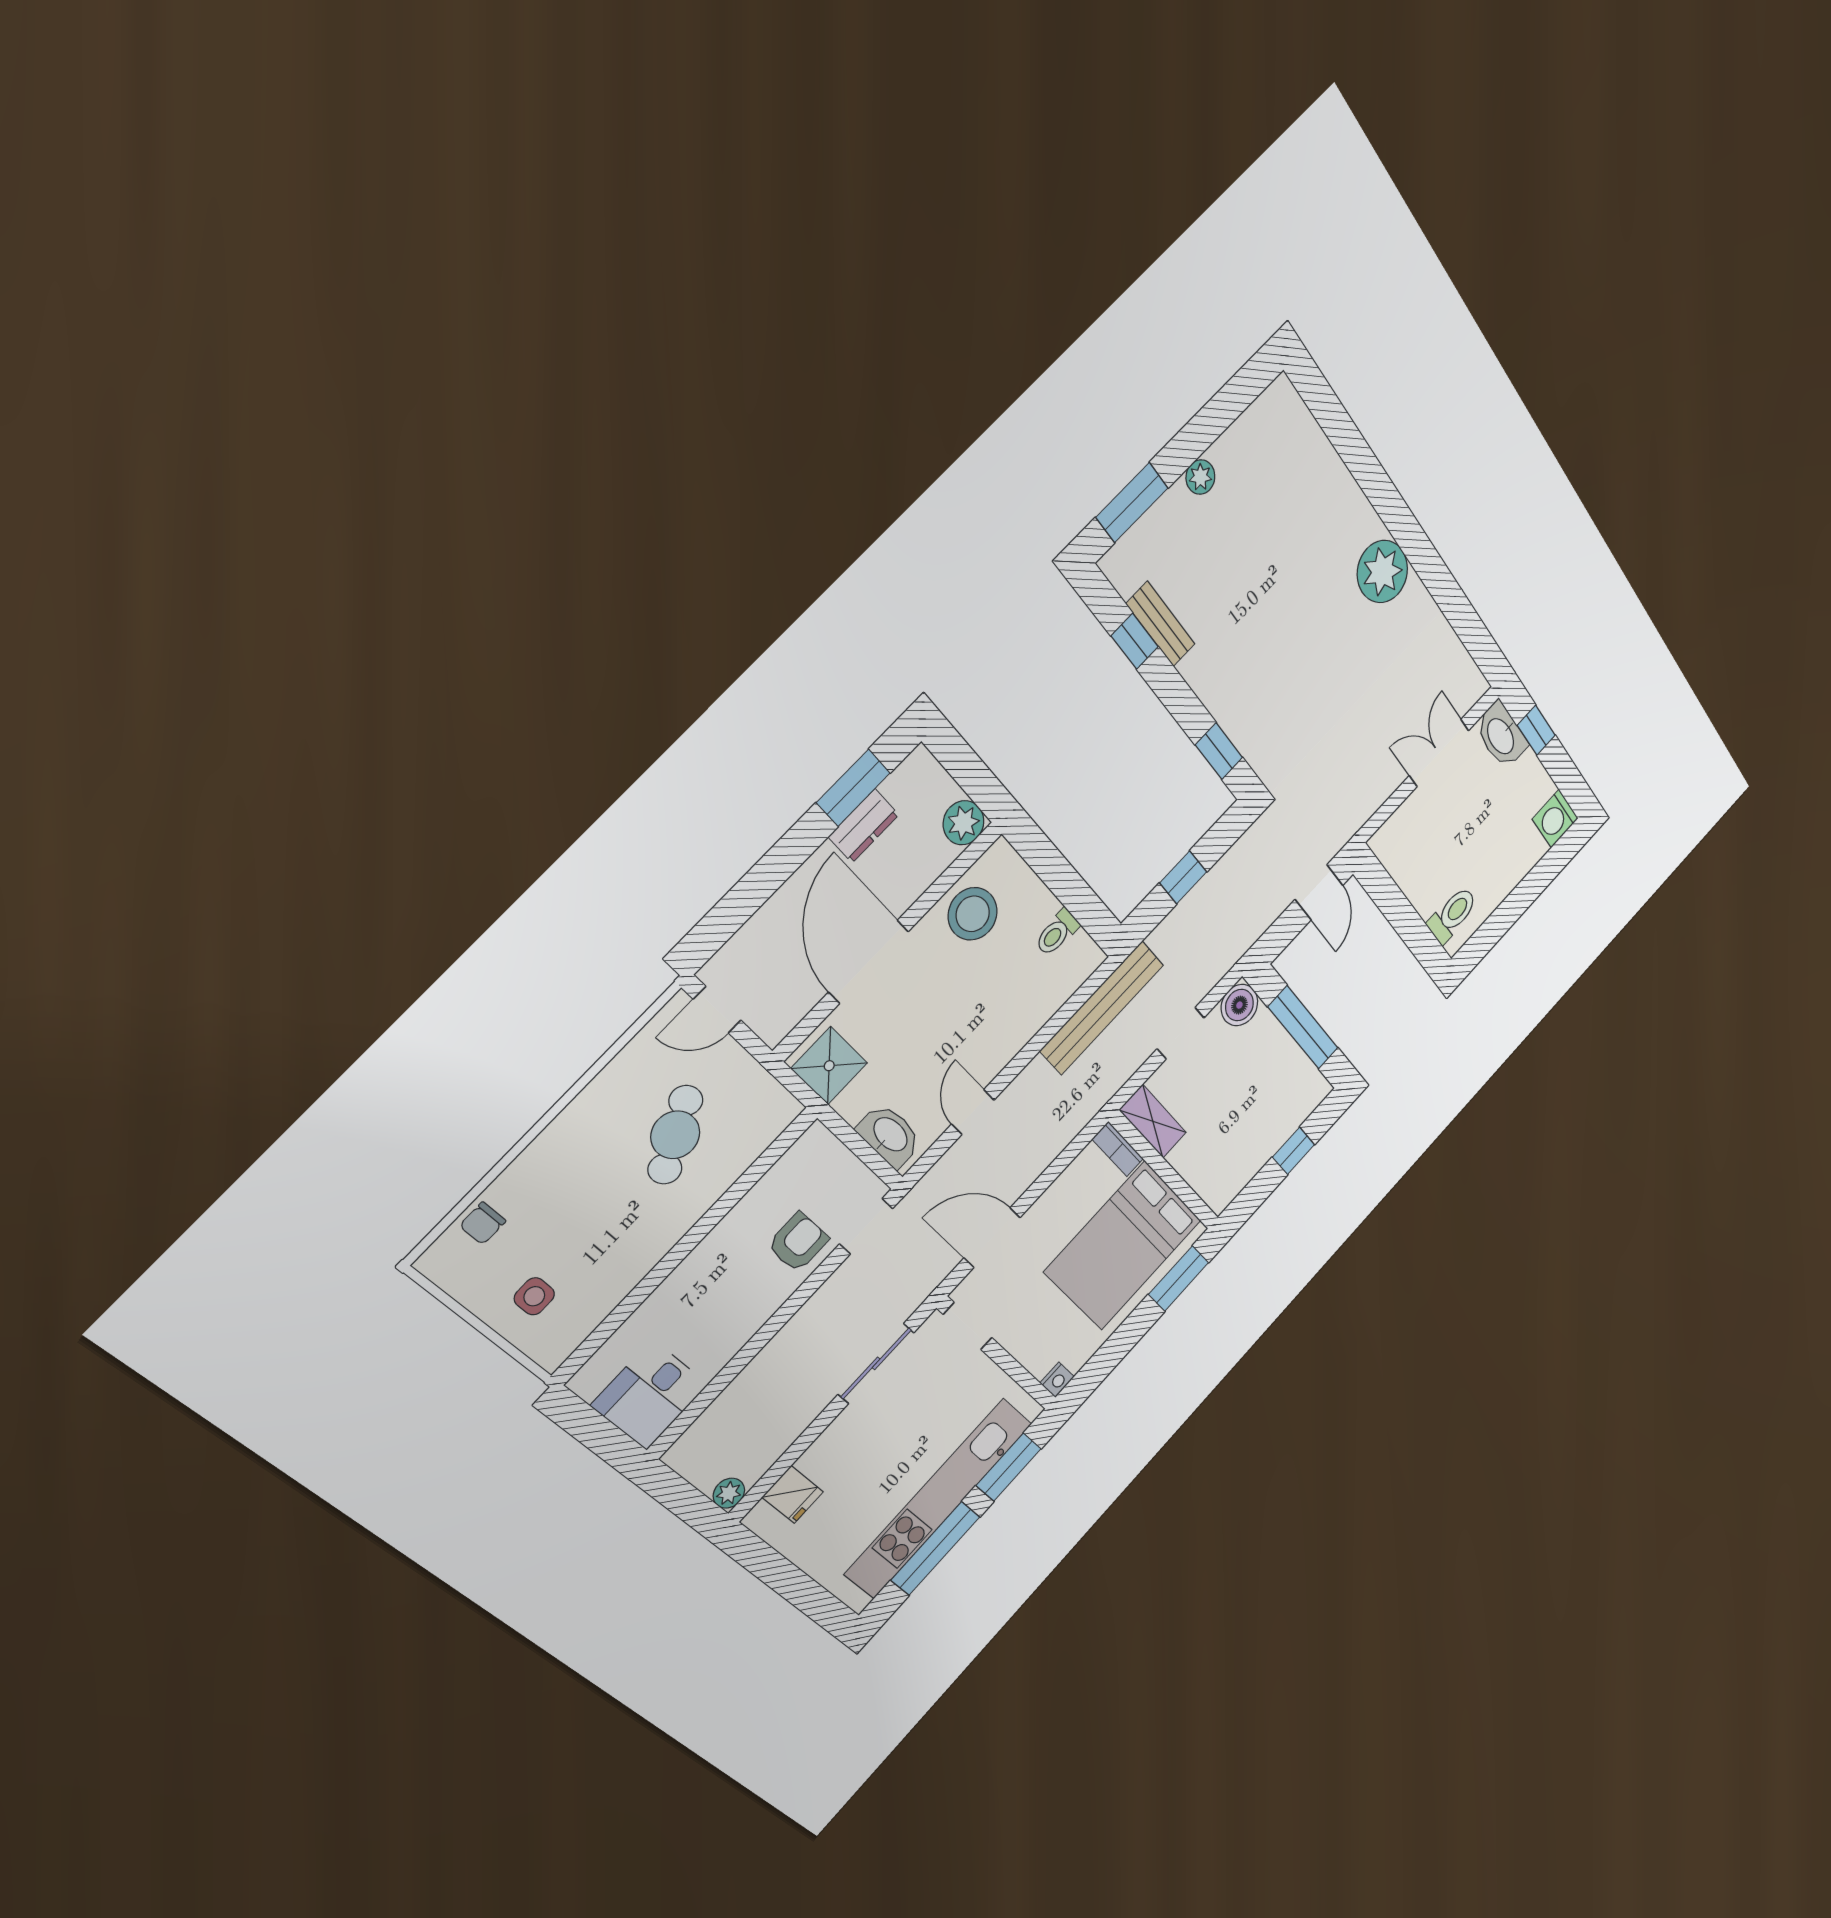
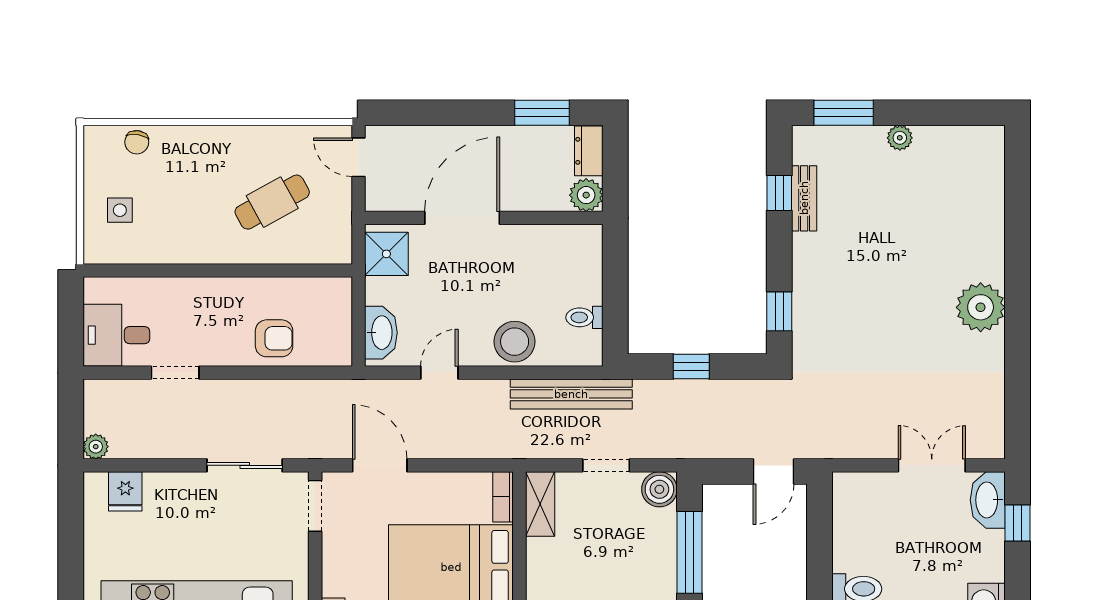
dresser: (864, 826) -> (589, 151), moved, turned 90
stool: (973, 914) -> (515, 342), moved
chair: (483, 1223) -> (137, 142), turned -82
doorway: (866, 1226) -> (175, 373), moved

